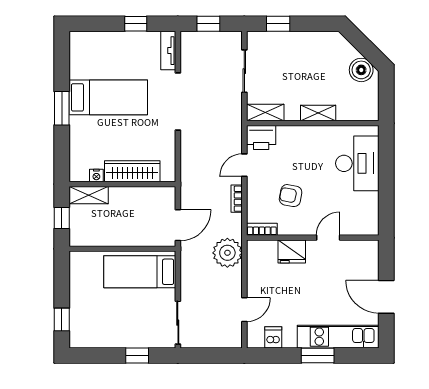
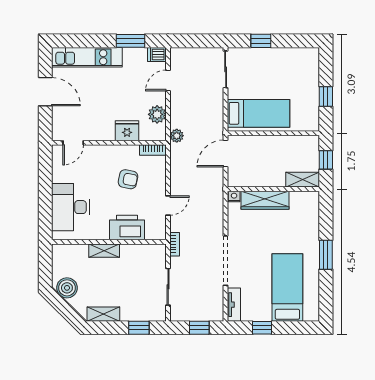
bed: (108, 97) -> (287, 288), moved, turned 90
shelving: (265, 113) -> (103, 314), moved
printer: (261, 137) -> (127, 227), moved, width x1.37, depth x1.19
nightstand: (96, 176) -> (234, 197), moved
bookcase: (237, 199) -> (175, 244), moved
door: (328, 238) -> (73, 143), moved
plant: (227, 253) -> (177, 136), width x0.53, depth x0.53
plant: (257, 270) -> (157, 114), added
window: (62, 319) -> (326, 96), moved
dishwasher: (273, 337) -> (157, 54), moved, turned 90
window: (318, 356) -> (131, 41), moved

